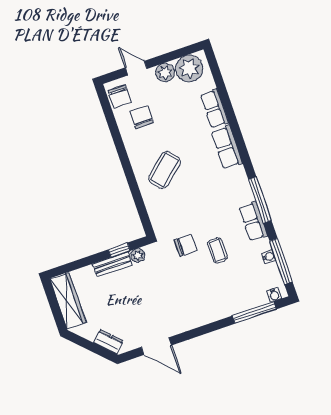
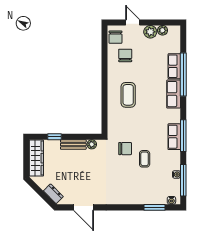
plant: (189, 69) -> (163, 30), width x0.53, depth x0.53
window: (231, 116) -> (183, 74), added
coffee table: (164, 170) -> (128, 95), turned -49
row of seats: (253, 221) -> (174, 137), moved
window: (119, 250) -> (54, 137), moved
window: (254, 312) -> (155, 207), width x0.69

